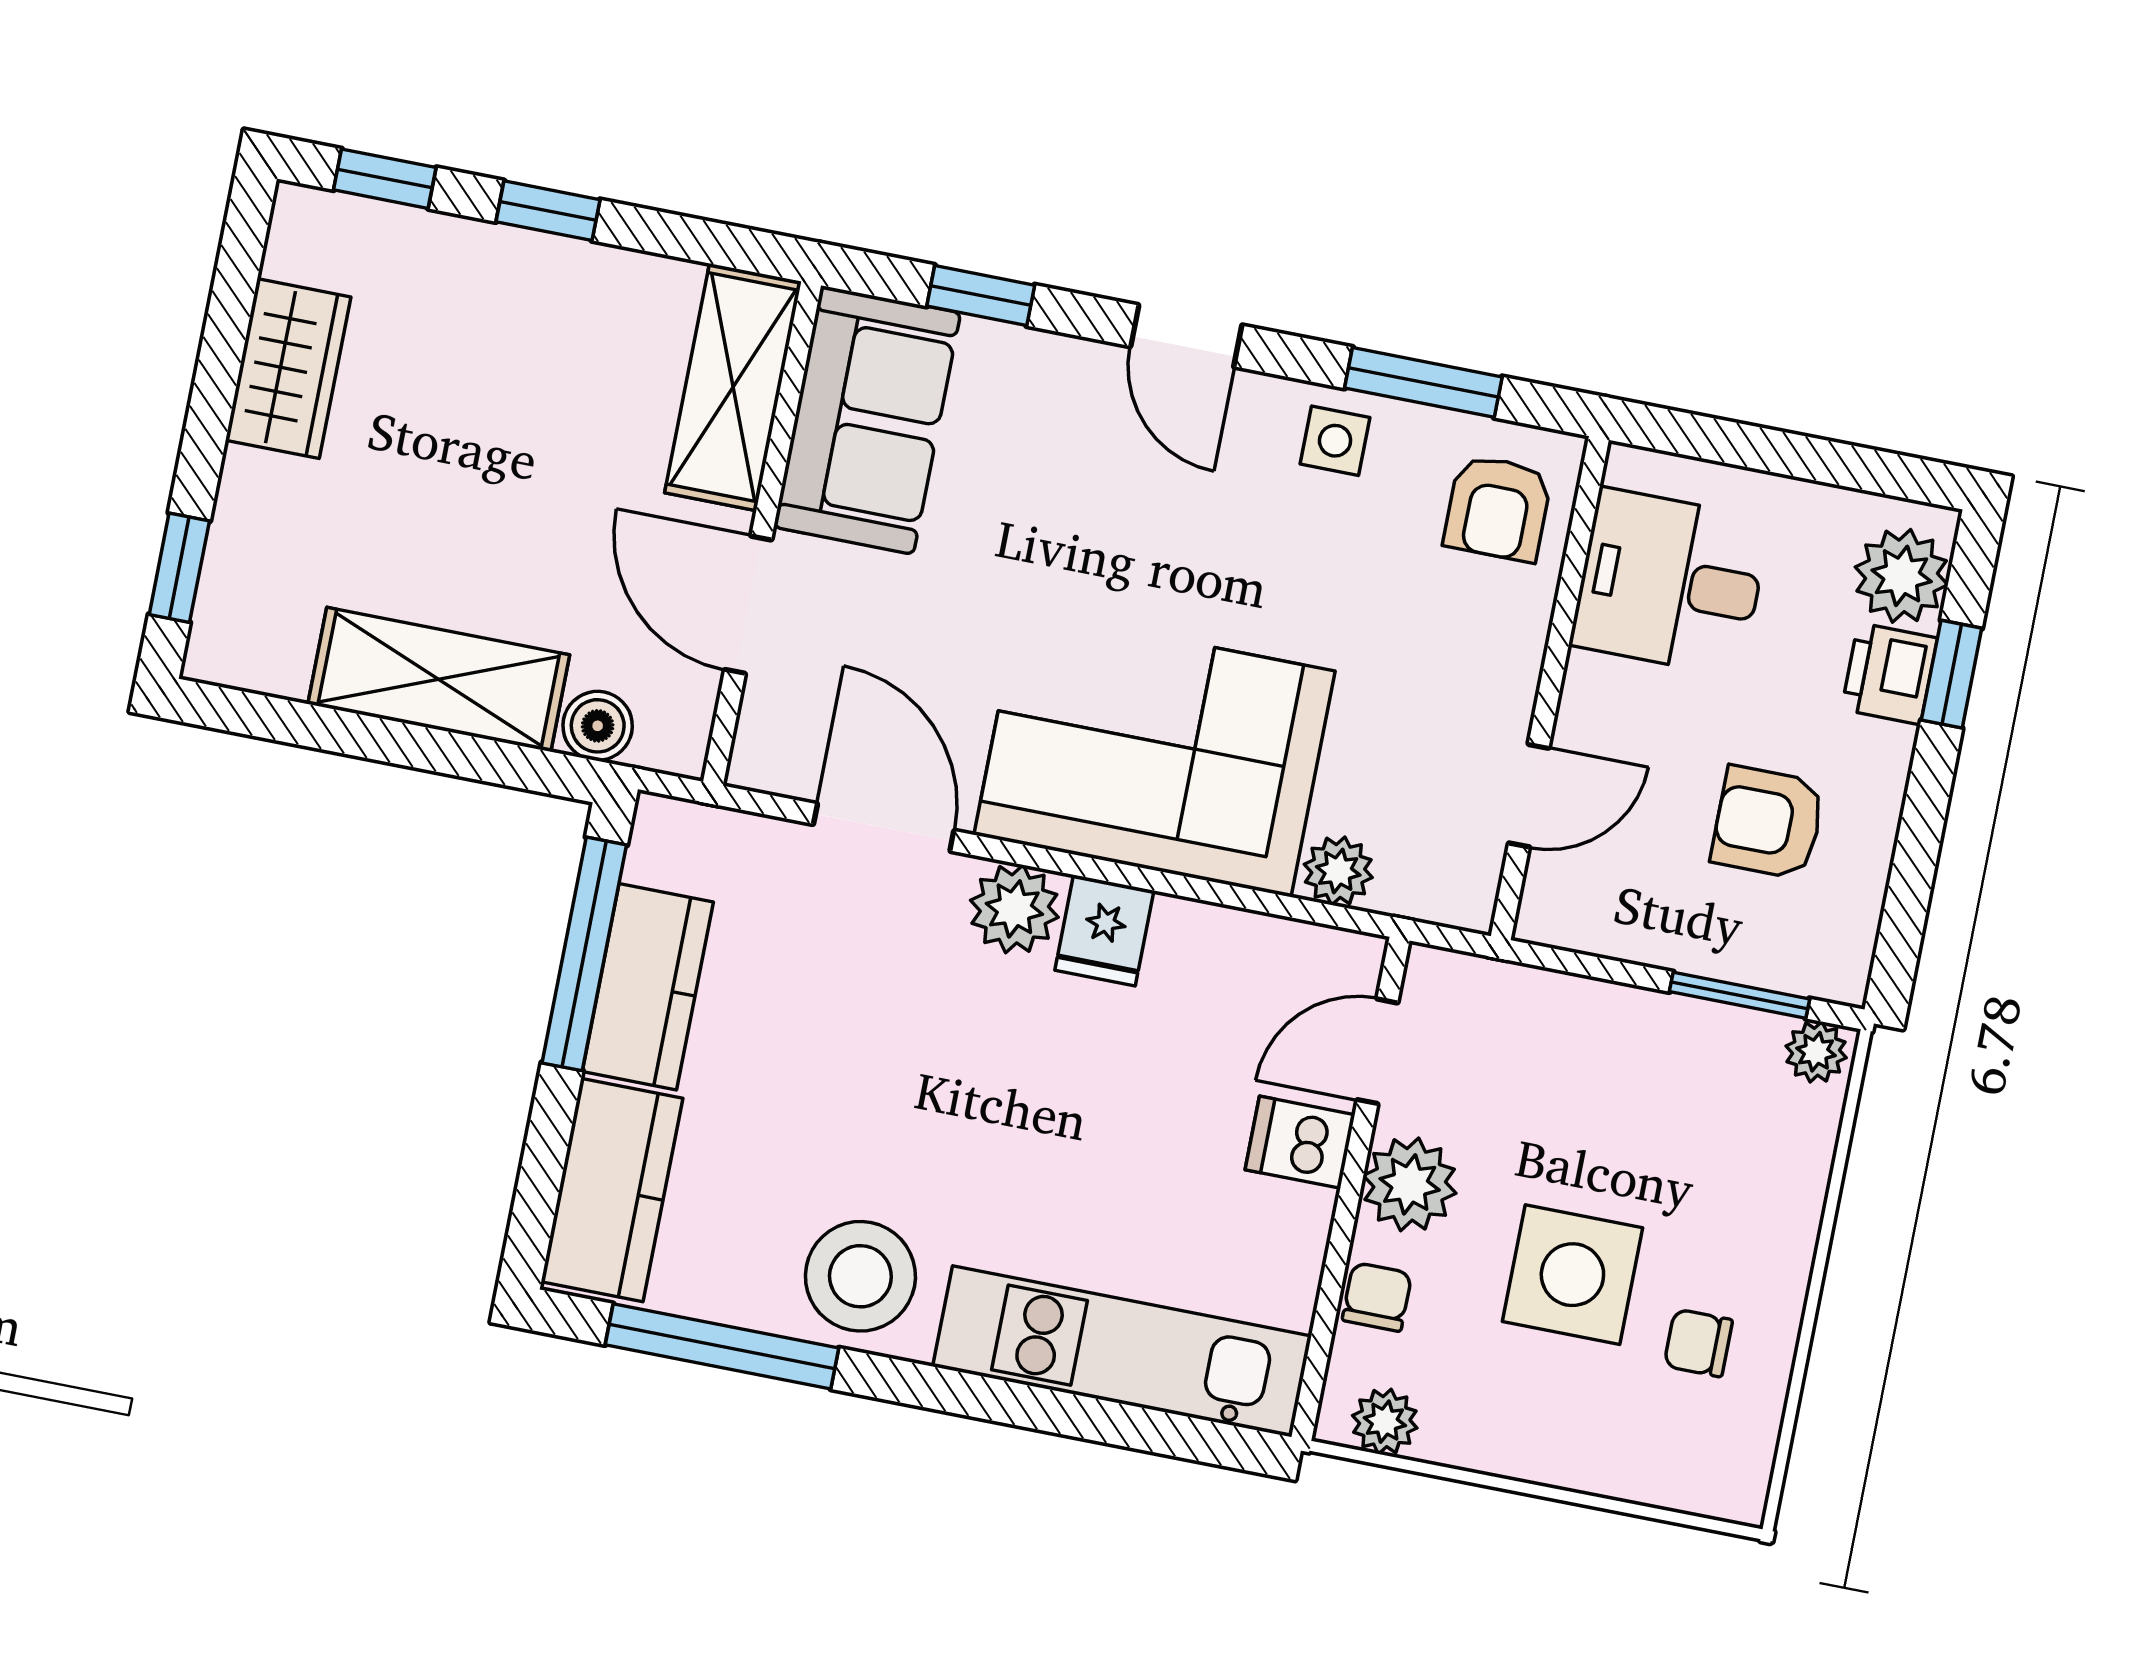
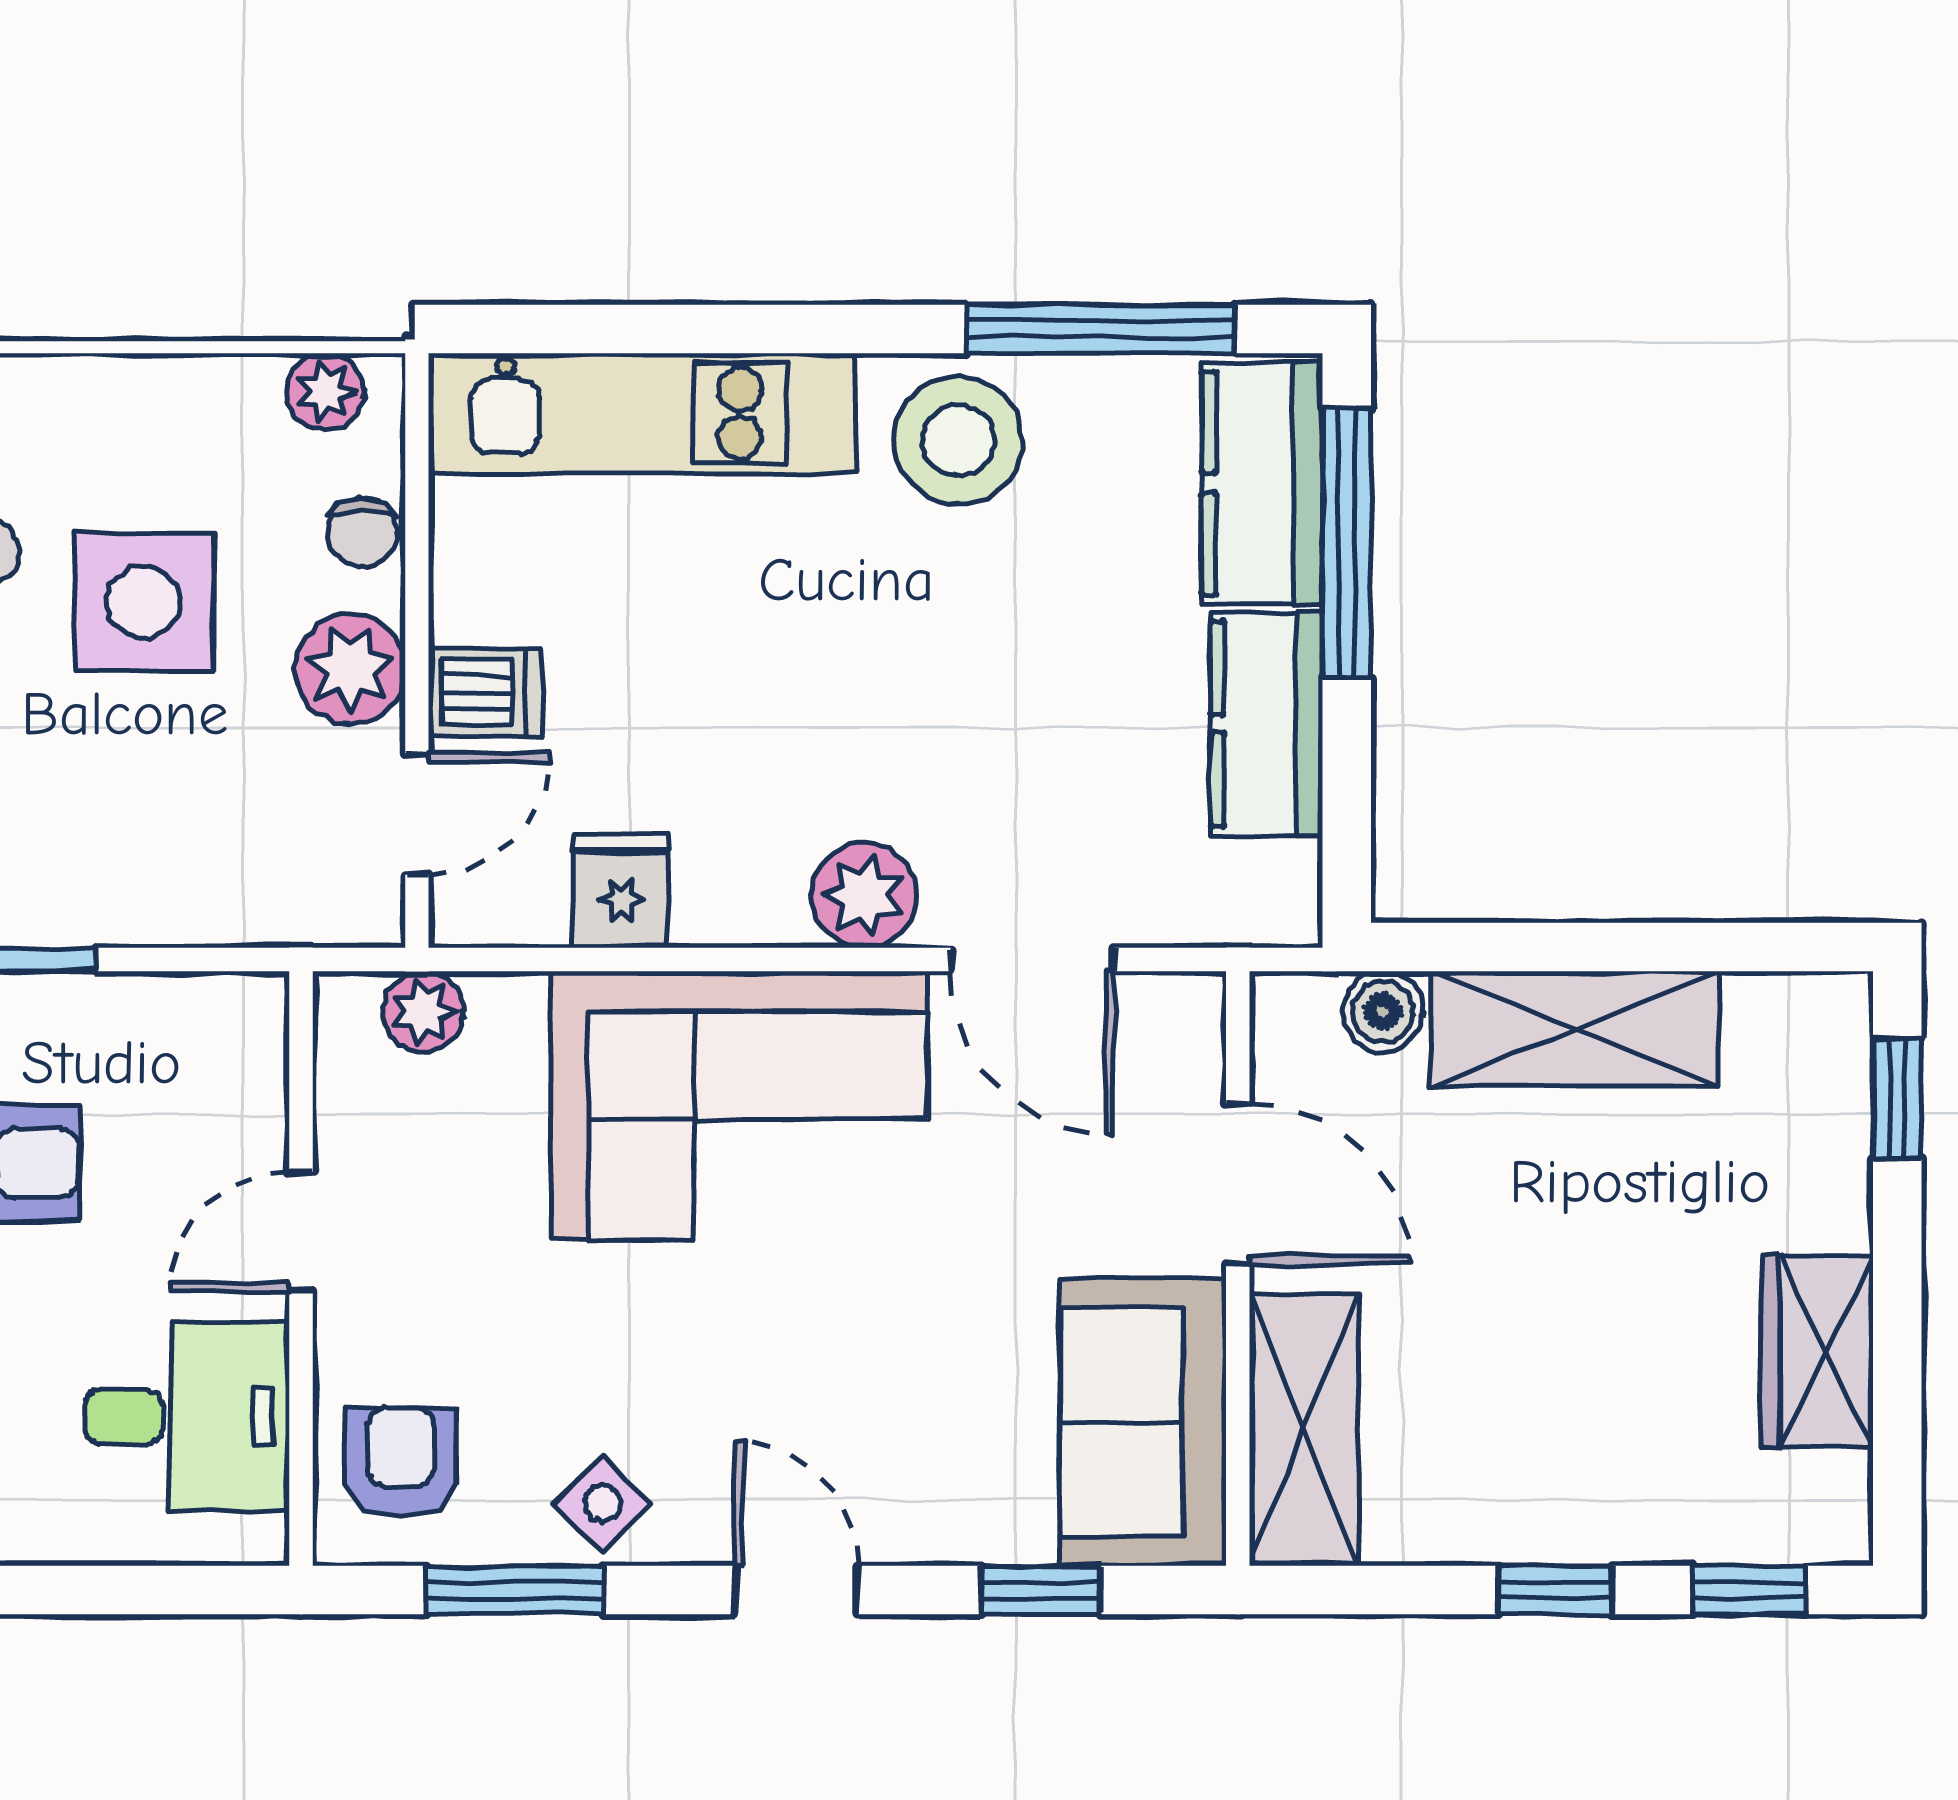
side table: (1335, 441) -> (603, 1504), turned 45
door: (1529, 796) -> (301, 1231), moved
plant: (1338, 871) -> (423, 1012), moved
fridge: (1104, 930) -> (621, 891), moved
window: (584, 954) -> (1347, 543), moved

